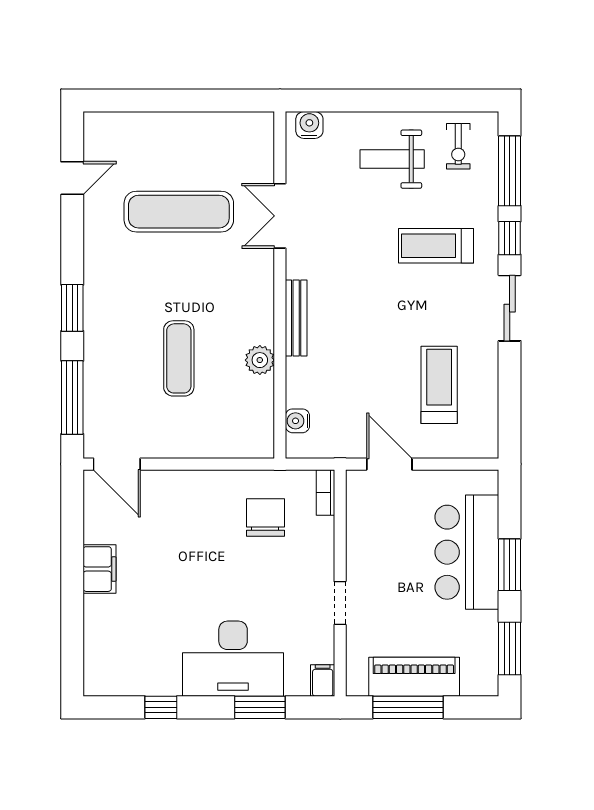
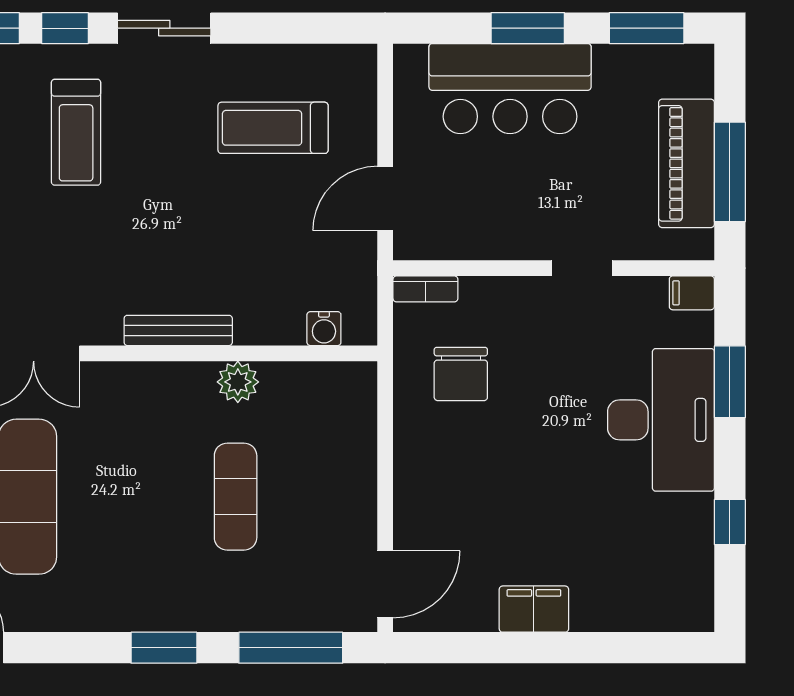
exercise mat: (179, 358) -> (236, 497), turned 90
chair: (265, 517) -> (461, 374), turned -90

